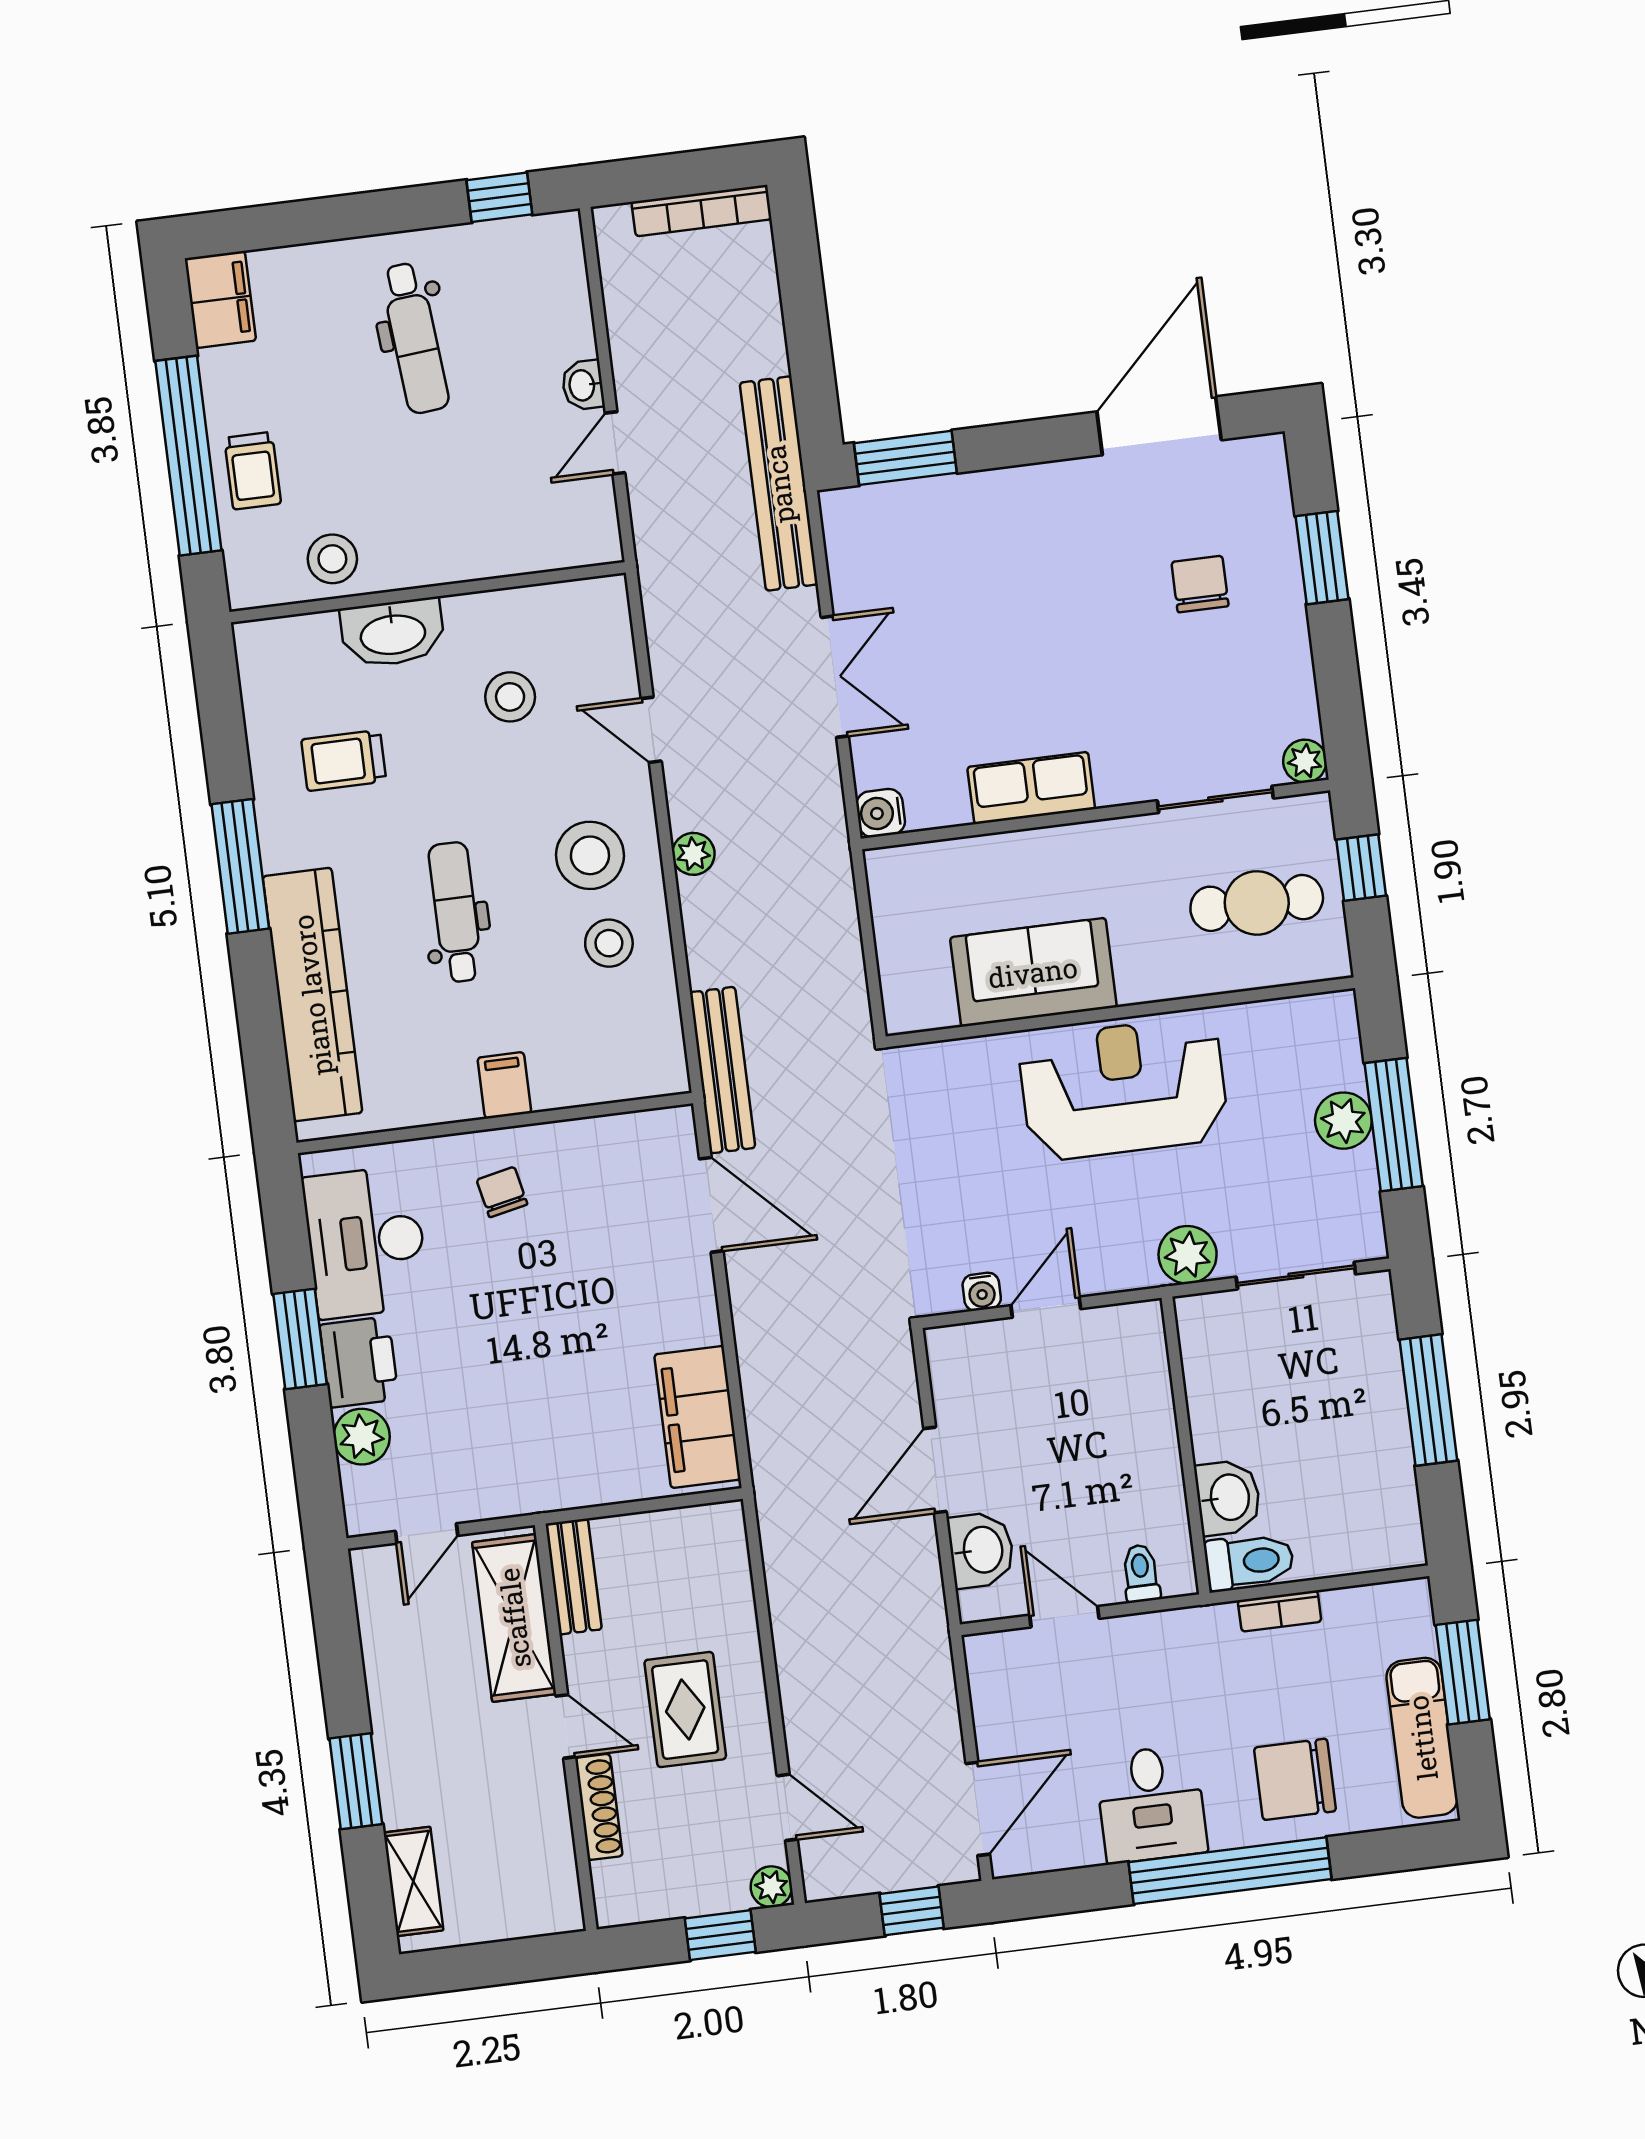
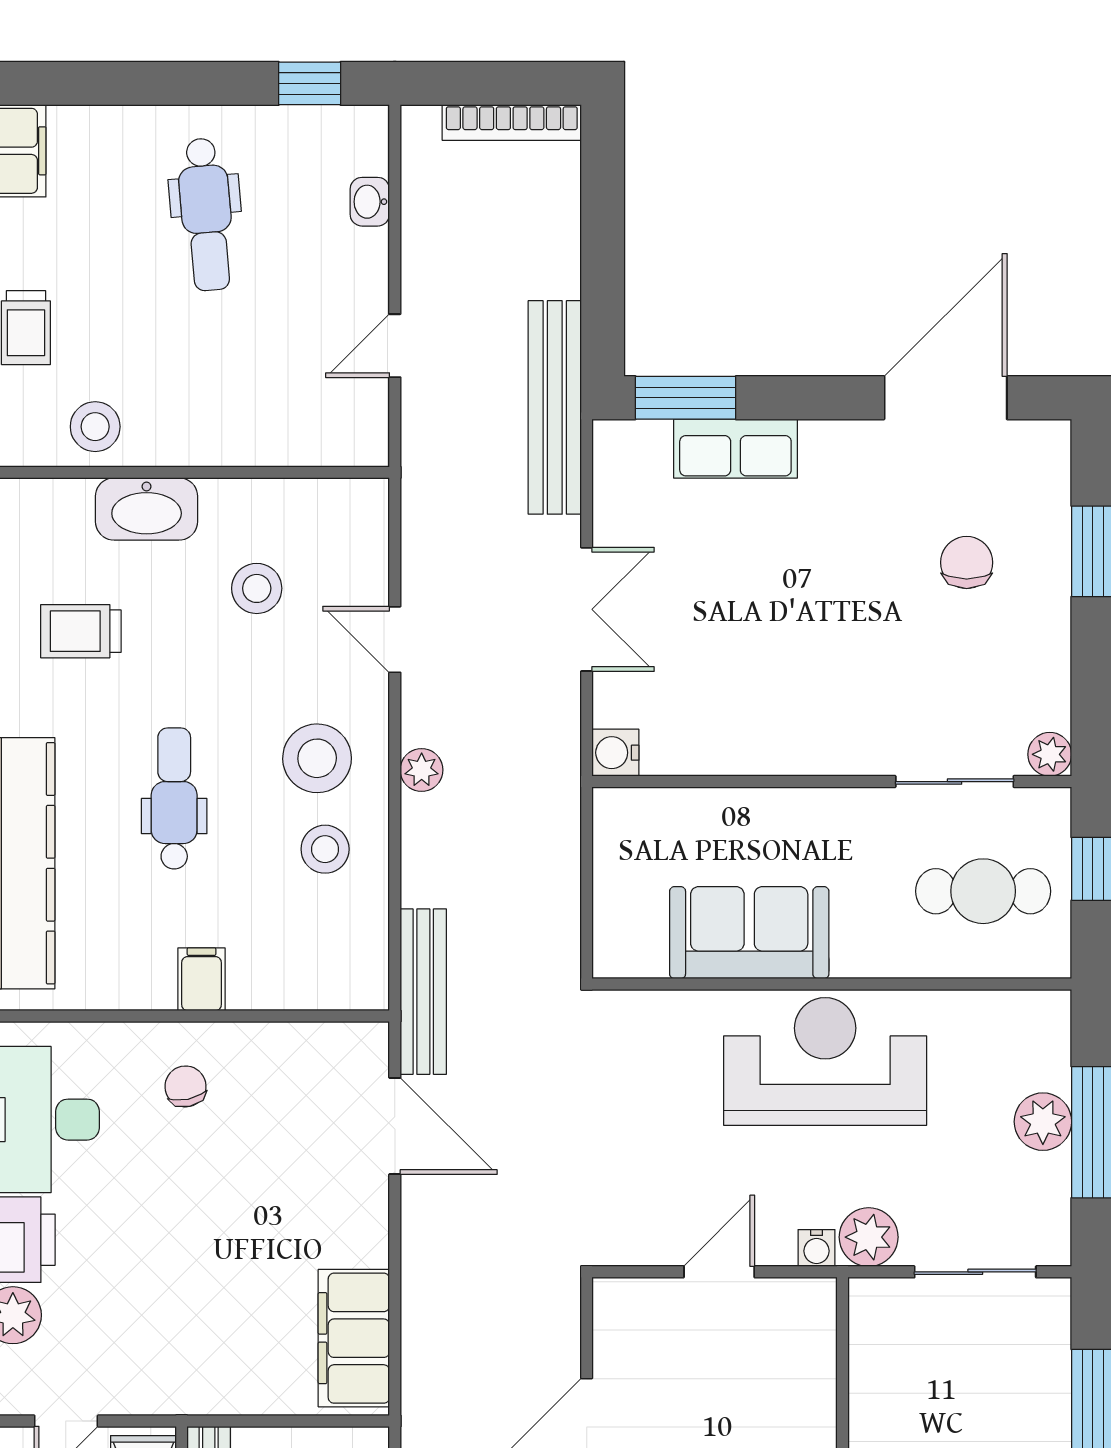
washbasin: (583, 385) -> (370, 202), moved
row of seats: (1031, 788) -> (735, 449), moved, turned 180
water cooler: (982, 1292) -> (816, 1248), moved

